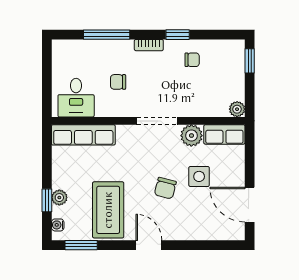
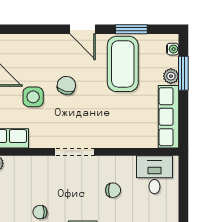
row of seats: (83, 135) -> (169, 117), moved, turned -90
plant: (191, 136) -> (41, 137), removed
window: (47, 200) -> (183, 73), width x1.50
window: (81, 245) -> (131, 29), moved

